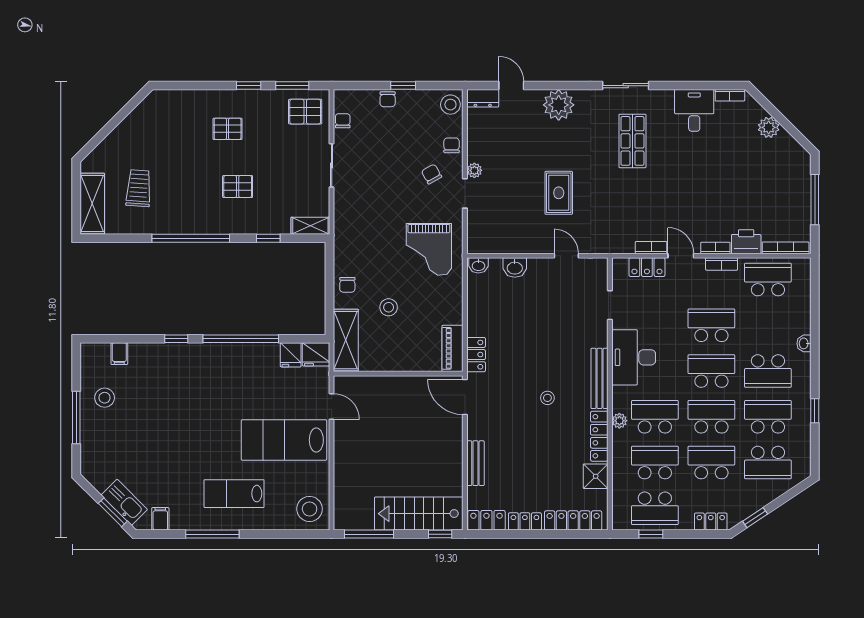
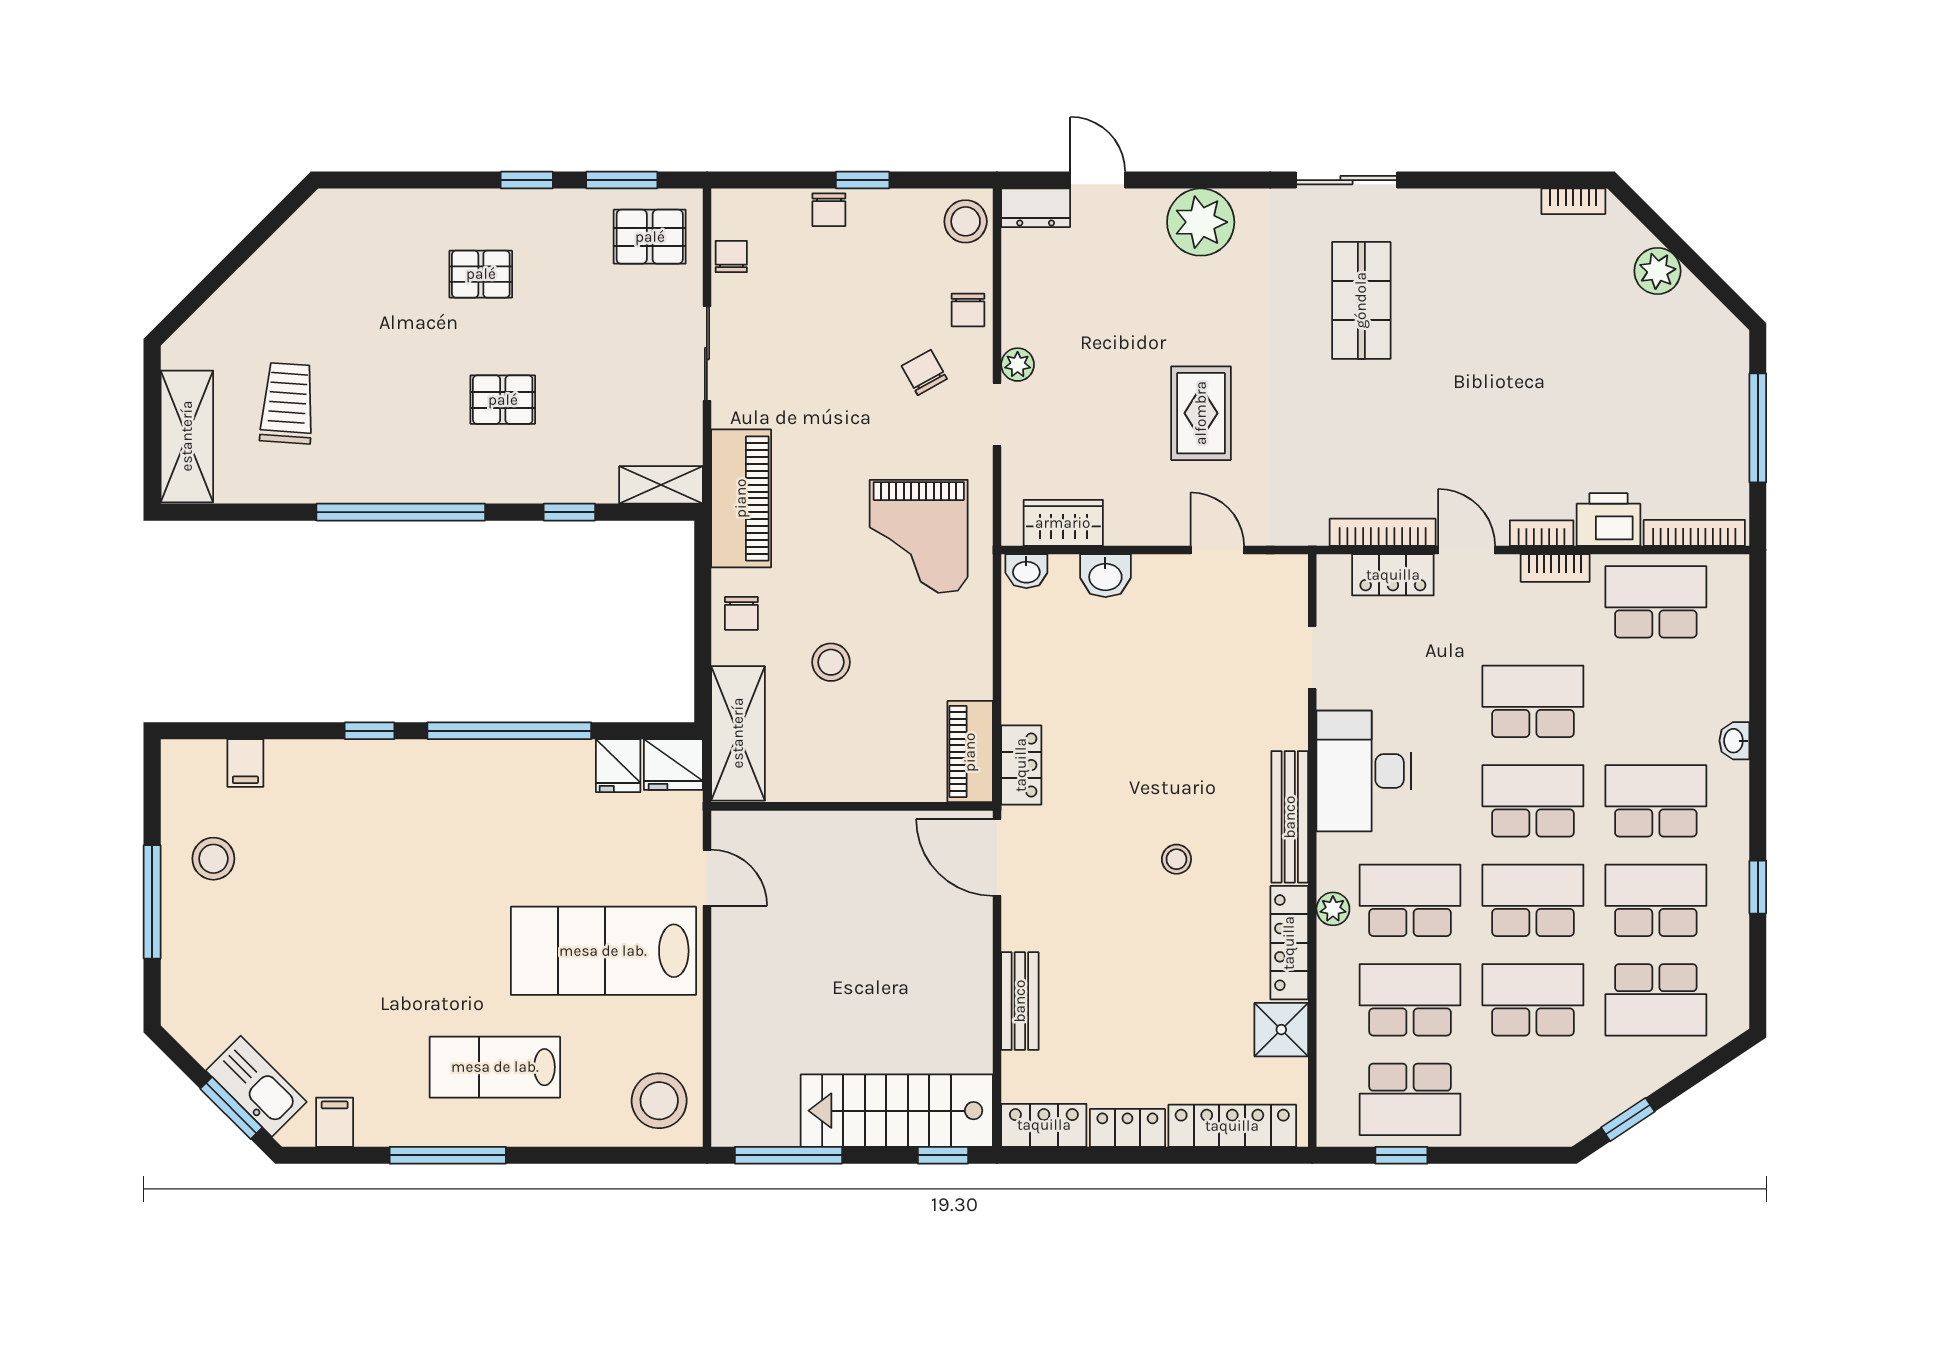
desk: (694, 110) -> (1496, 234), removed
chair: (452, 145) -> (968, 310), turned 180
piano: (347, 232) -> (741, 498), added
wardrobe: (495, 243) -> (1063, 523), added
bookcase: (651, 248) -> (1383, 532), width x1.56
school desk: (768, 371) -> (1656, 801), turned 180
locker: (711, 522) -> (1532, 1128), removed

